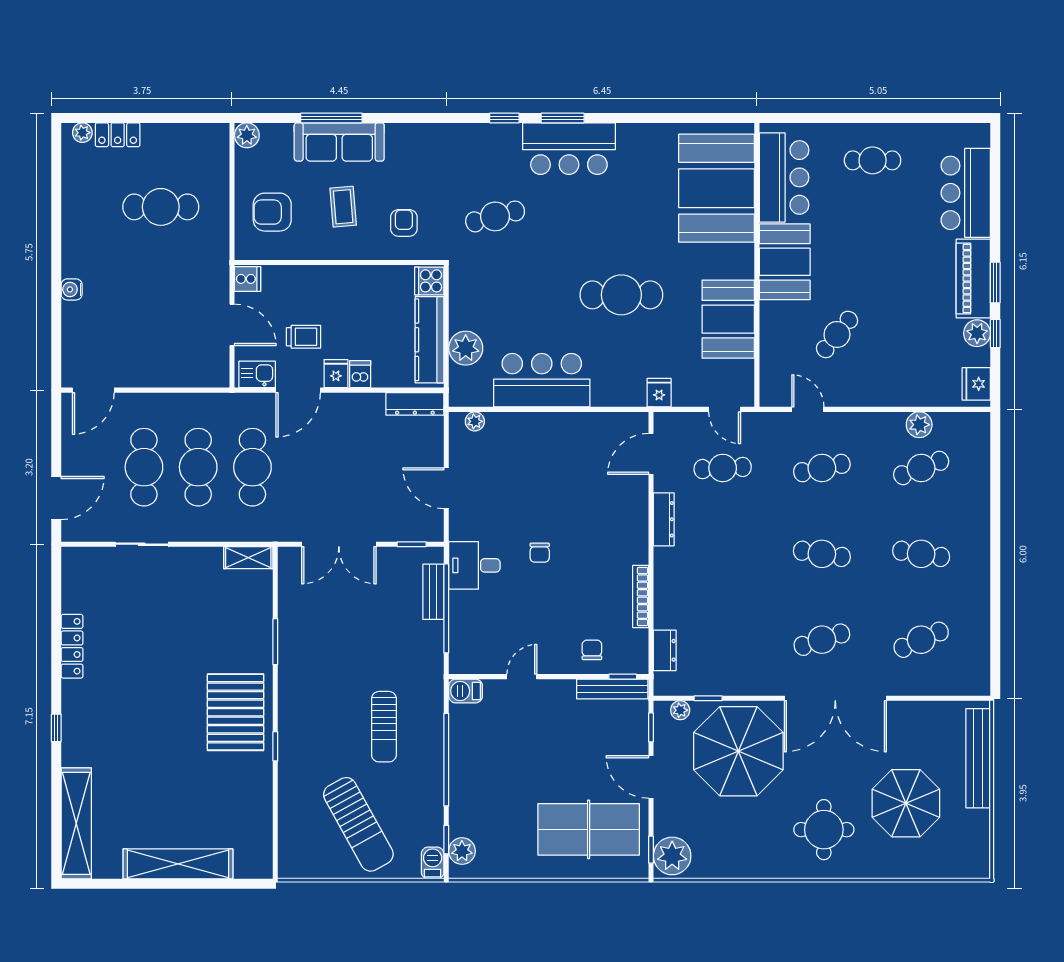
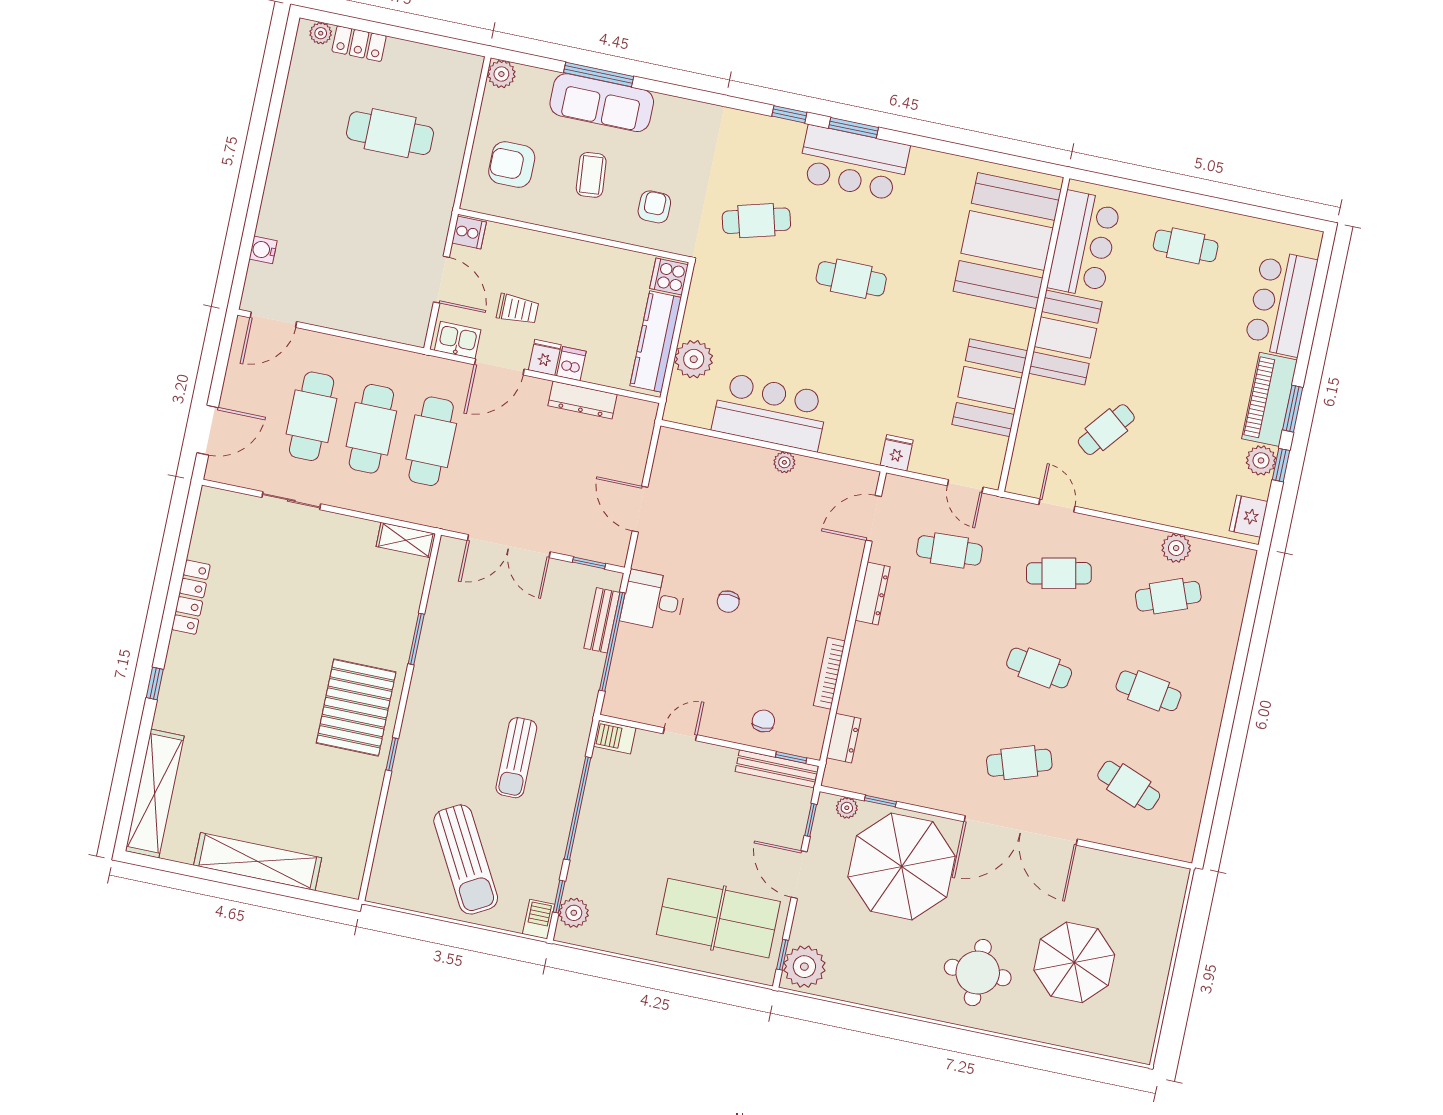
water cooler: (72, 289) -> (263, 250), moved
cafe table: (621, 295) -> (851, 279), moved, width x0.73, depth x0.74
dresser: (415, 404) -> (582, 400), moved
plant: (475, 421) -> (784, 462), moved
cafe table: (921, 640) -> (1129, 786), turned 45
bench: (978, 758) -> (1164, 929), removed

